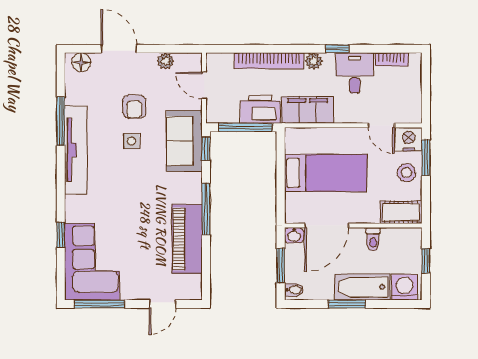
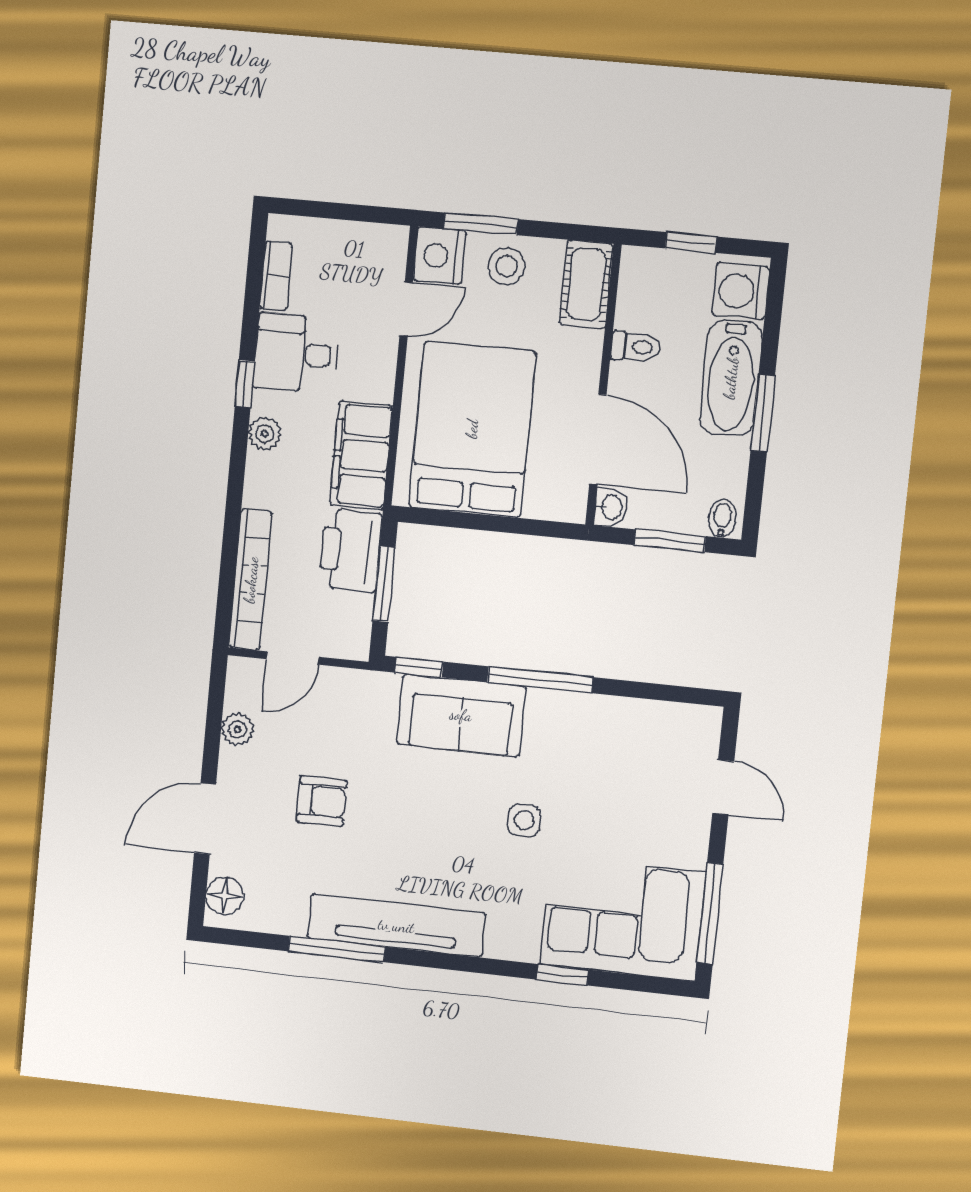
bookcase: (269, 61) -> (251, 580), moved
window: (245, 127) -> (384, 584), width x0.69
side table: (131, 141) -> (524, 820), moved
sofa: (184, 141) -> (461, 715), moved
bed: (326, 173) -> (472, 429), width x1.50
piano: (187, 239) -> (596, 724), removed

